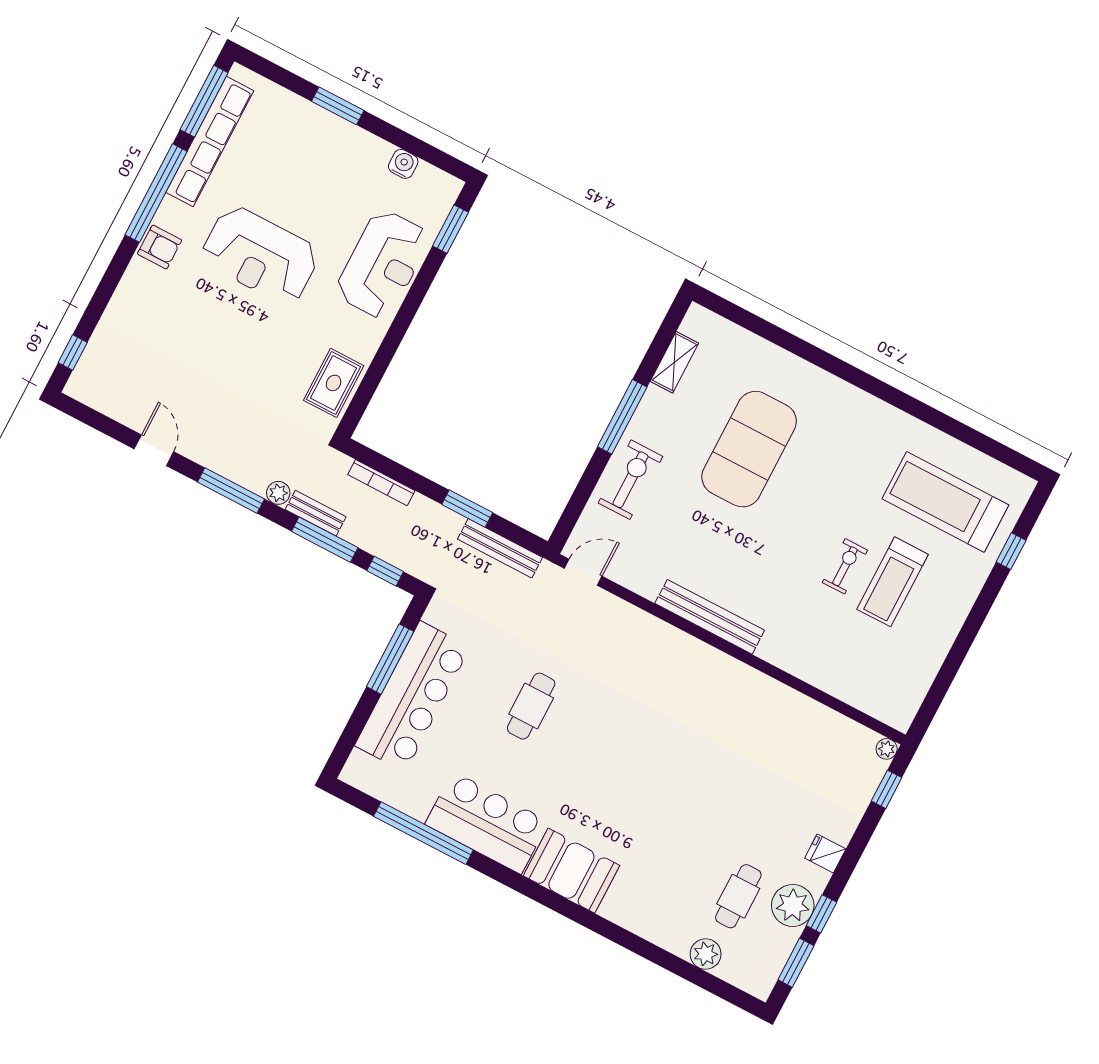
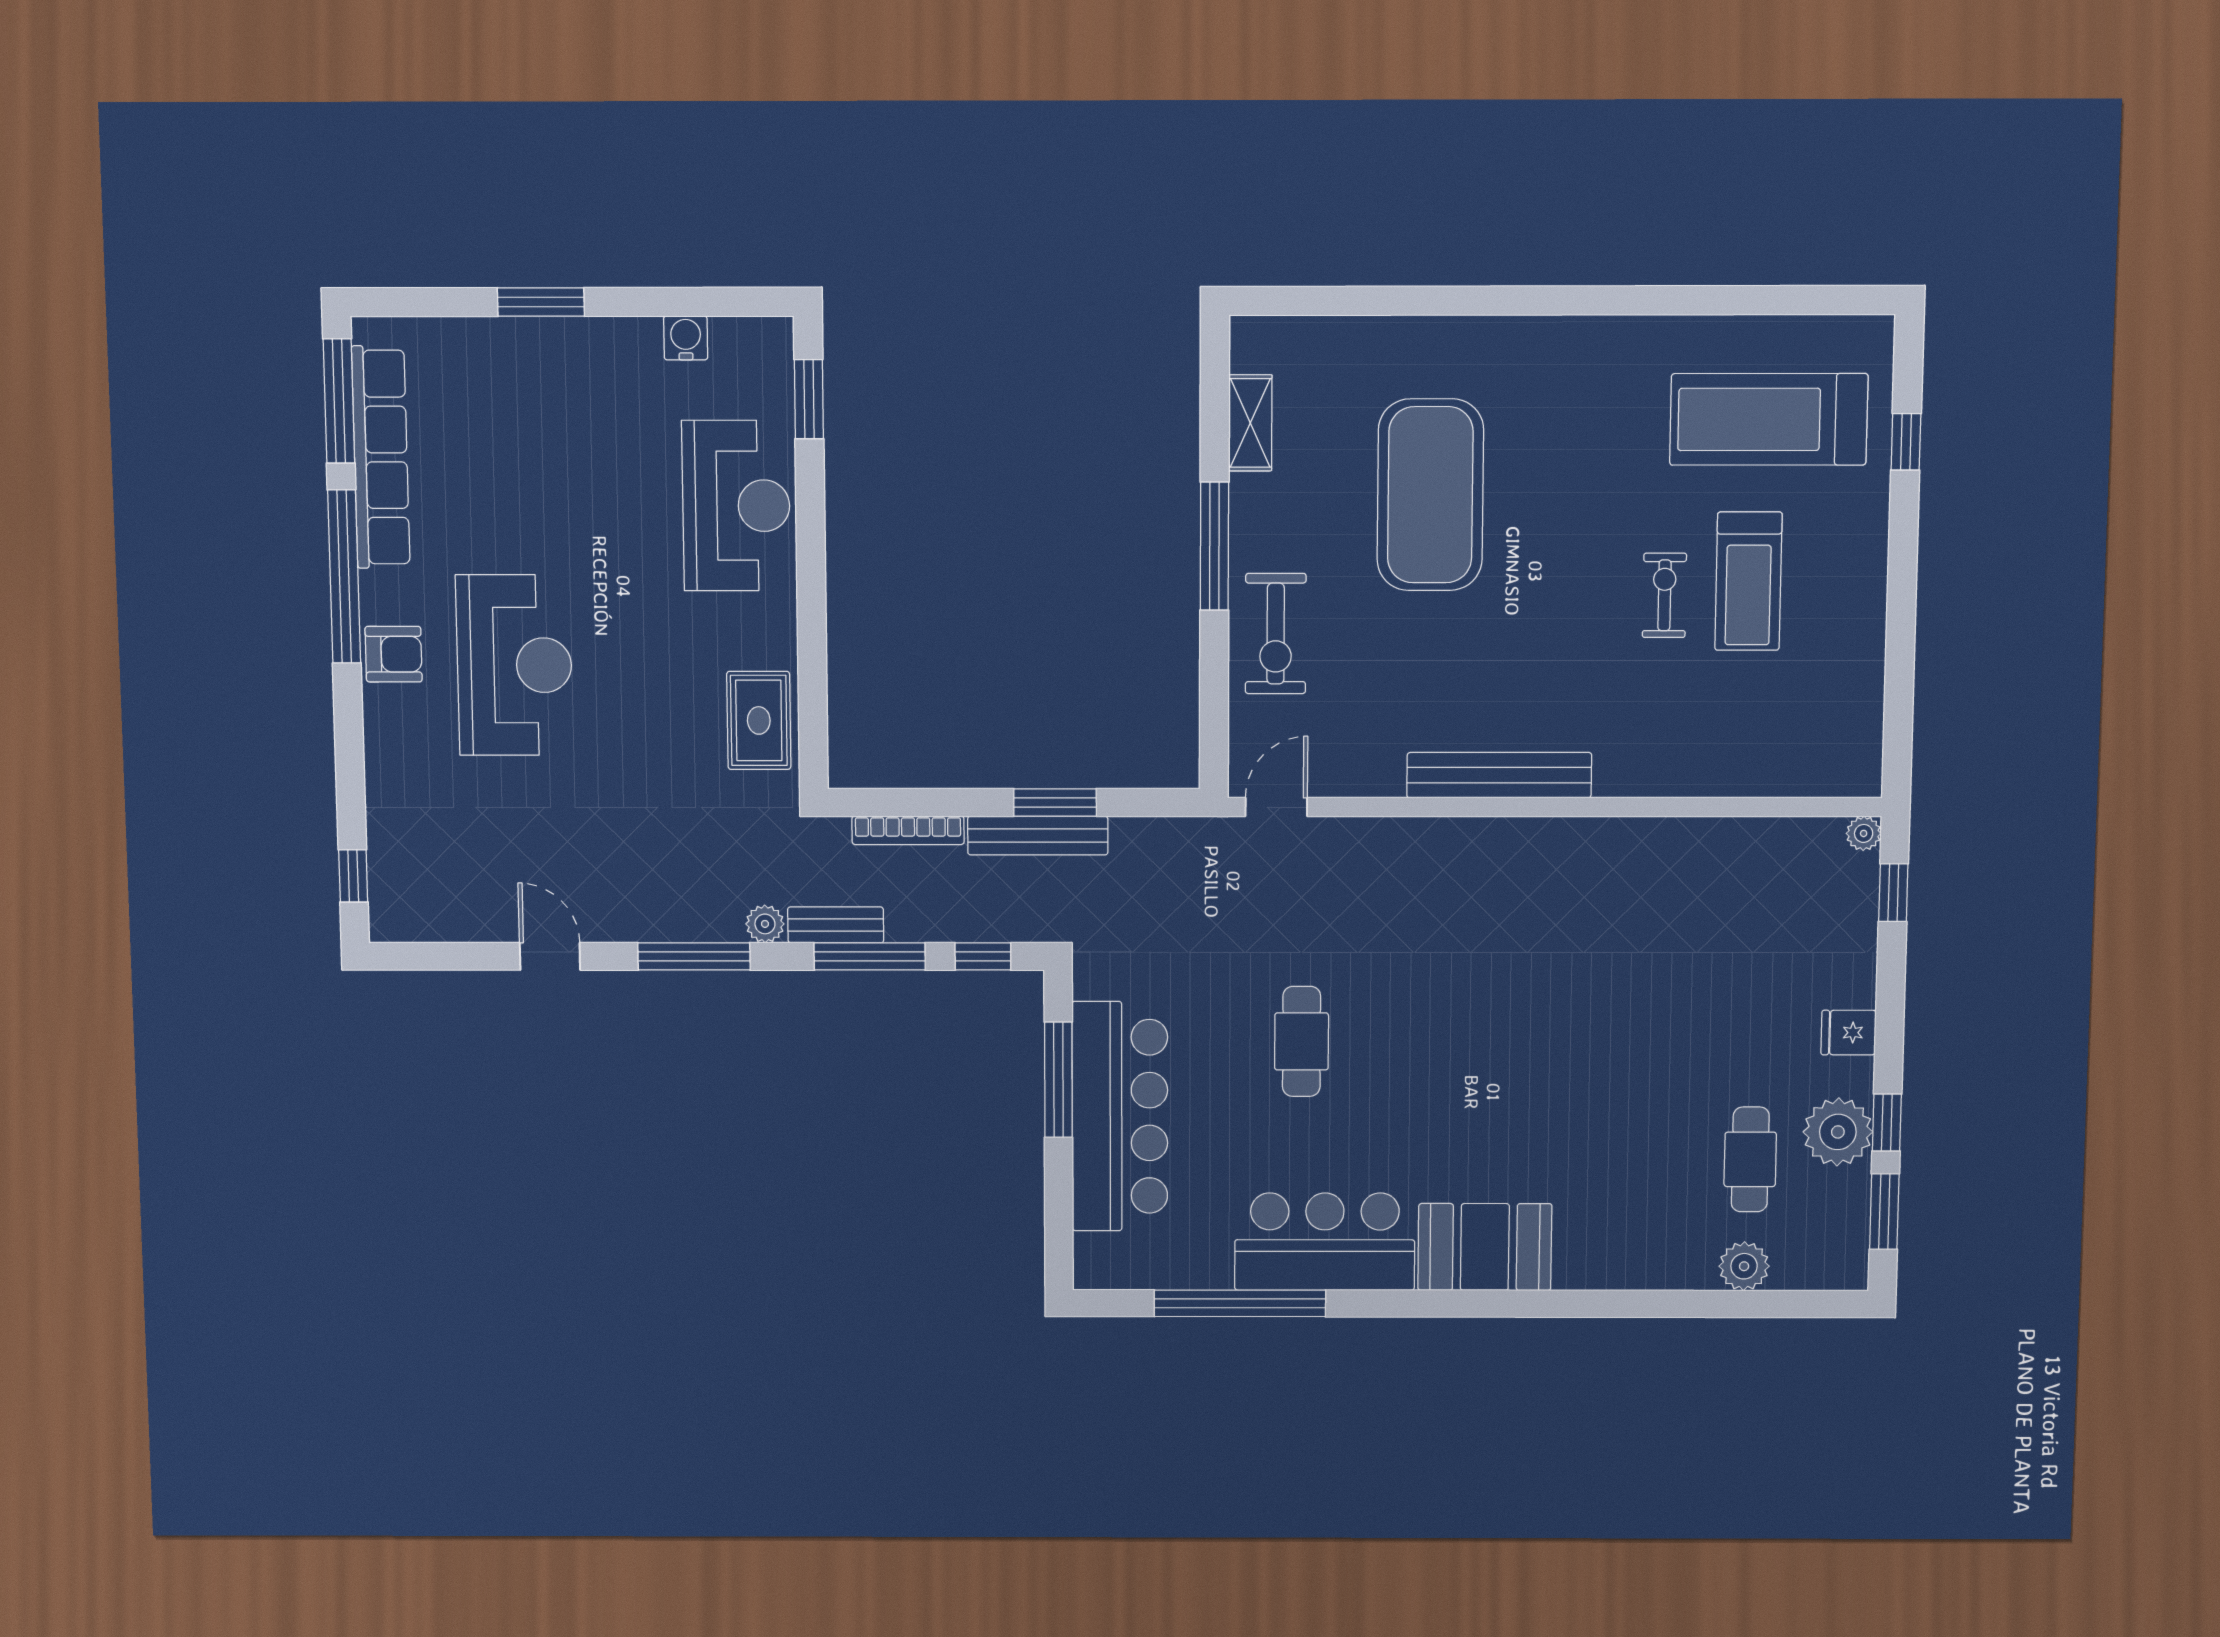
reception desk: (260, 255) -> (514, 665), moved, turned -90
exercise bike: (630, 480) -> (1276, 634), turned 180
bench: (500, 548) -> (1038, 836), moved

